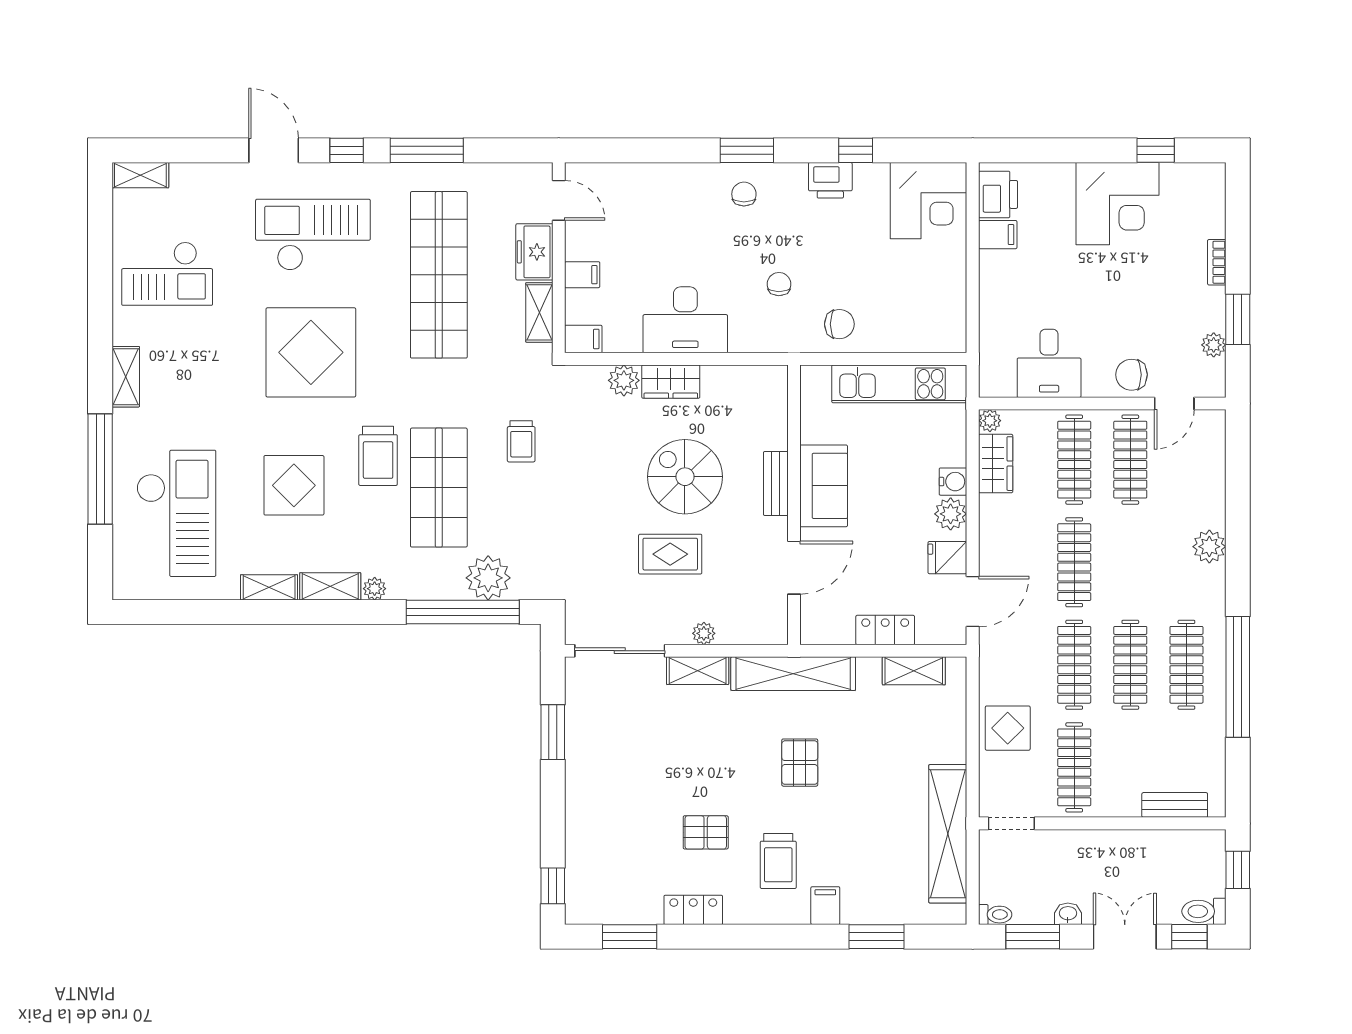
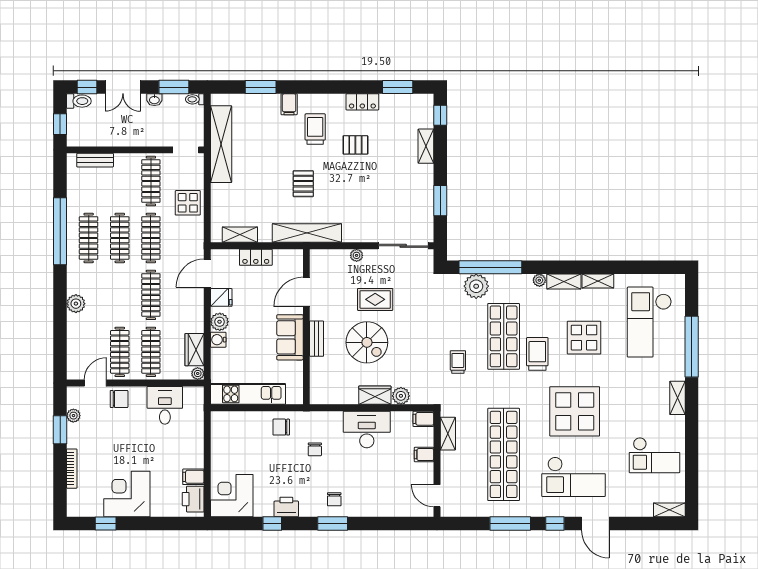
freezer: (534, 252) -> (451, 467), removed
bookcase: (1217, 262) -> (72, 469), width x1.56
checkout: (167, 274) -> (654, 455), turned 180
shelving: (698, 671) -> (426, 146), moved, turned 90

